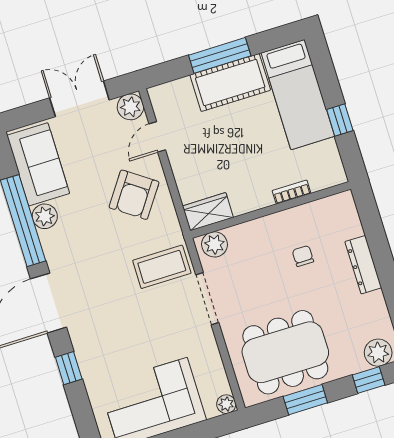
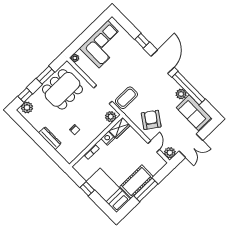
nightstand: (244, 203) -> (108, 138), added

